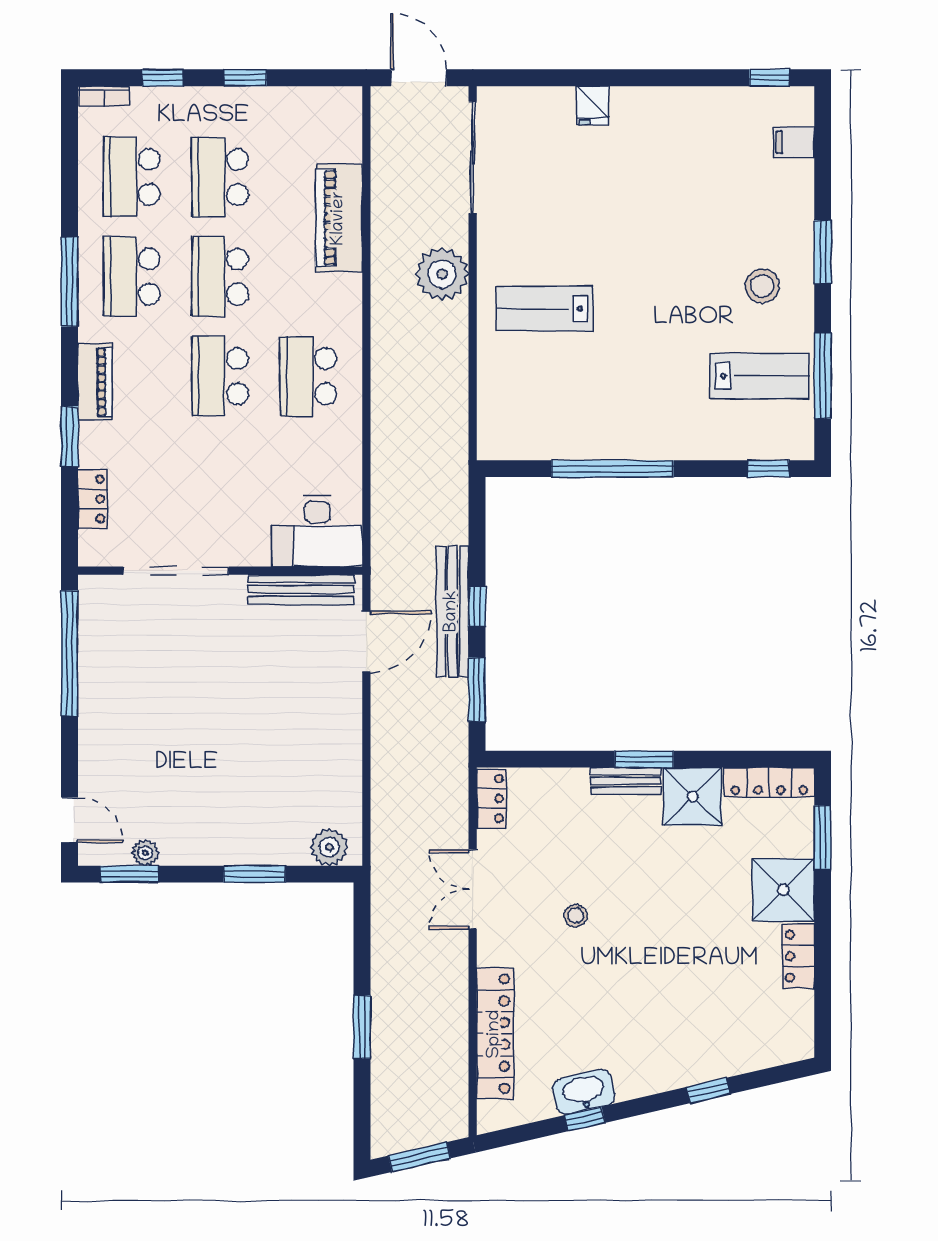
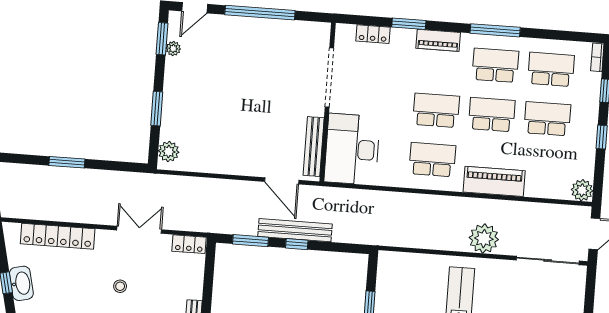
plant: (343, 106) -> (582, 190), added
piano: (339, 218) -> (494, 181), moved
desk: (317, 531) -> (352, 149), width x1.36, depth x1.30
window: (69, 653) -> (260, 13), moved

